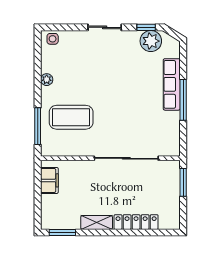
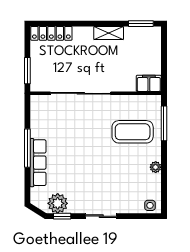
filing cabinet: (49, 180) -> (149, 83), moved, turned 90
locker: (136, 222) -> (51, 33), moved

